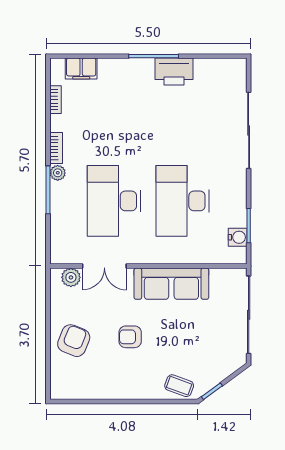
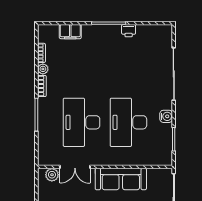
filing cabinet: (81, 68) -> (70, 32), moved
printer: (174, 72) -> (129, 31), width x0.53, depth x0.68
plant: (58, 173) -> (43, 69), moved
water cooler: (238, 237) -> (166, 116), moved

